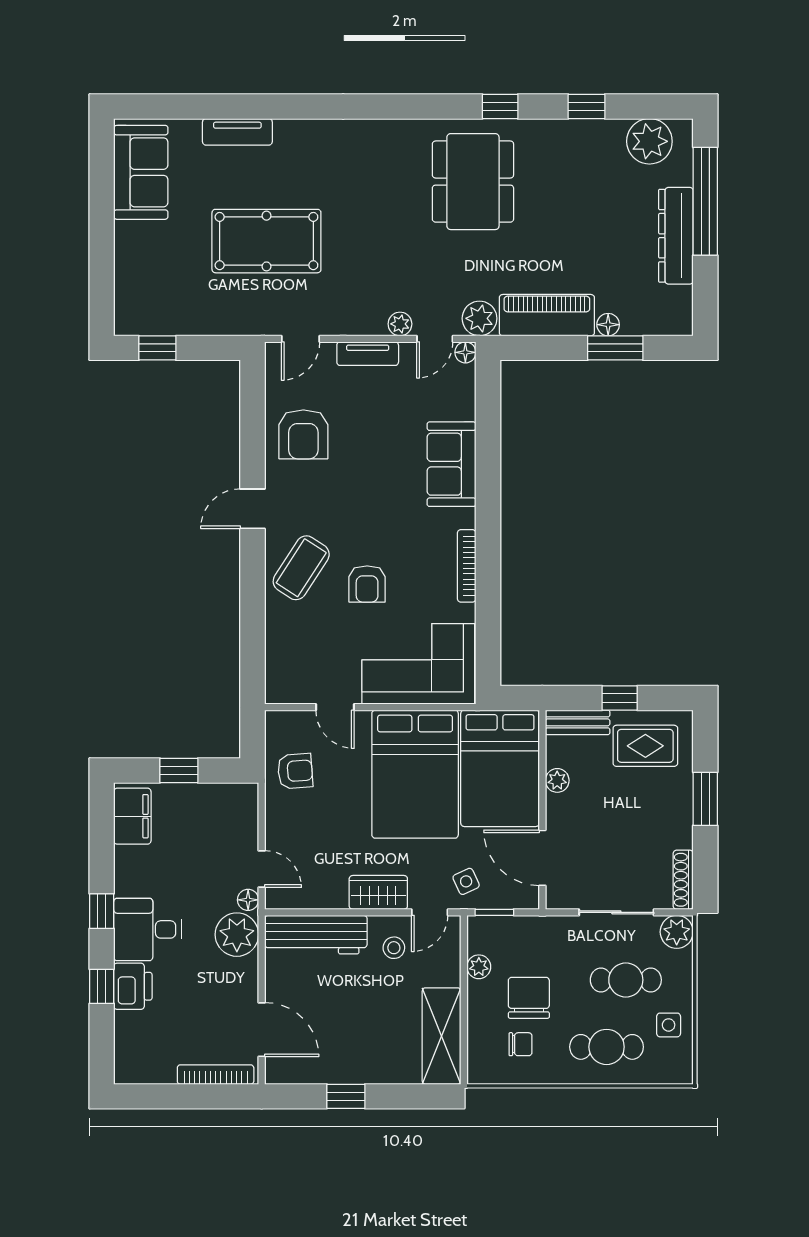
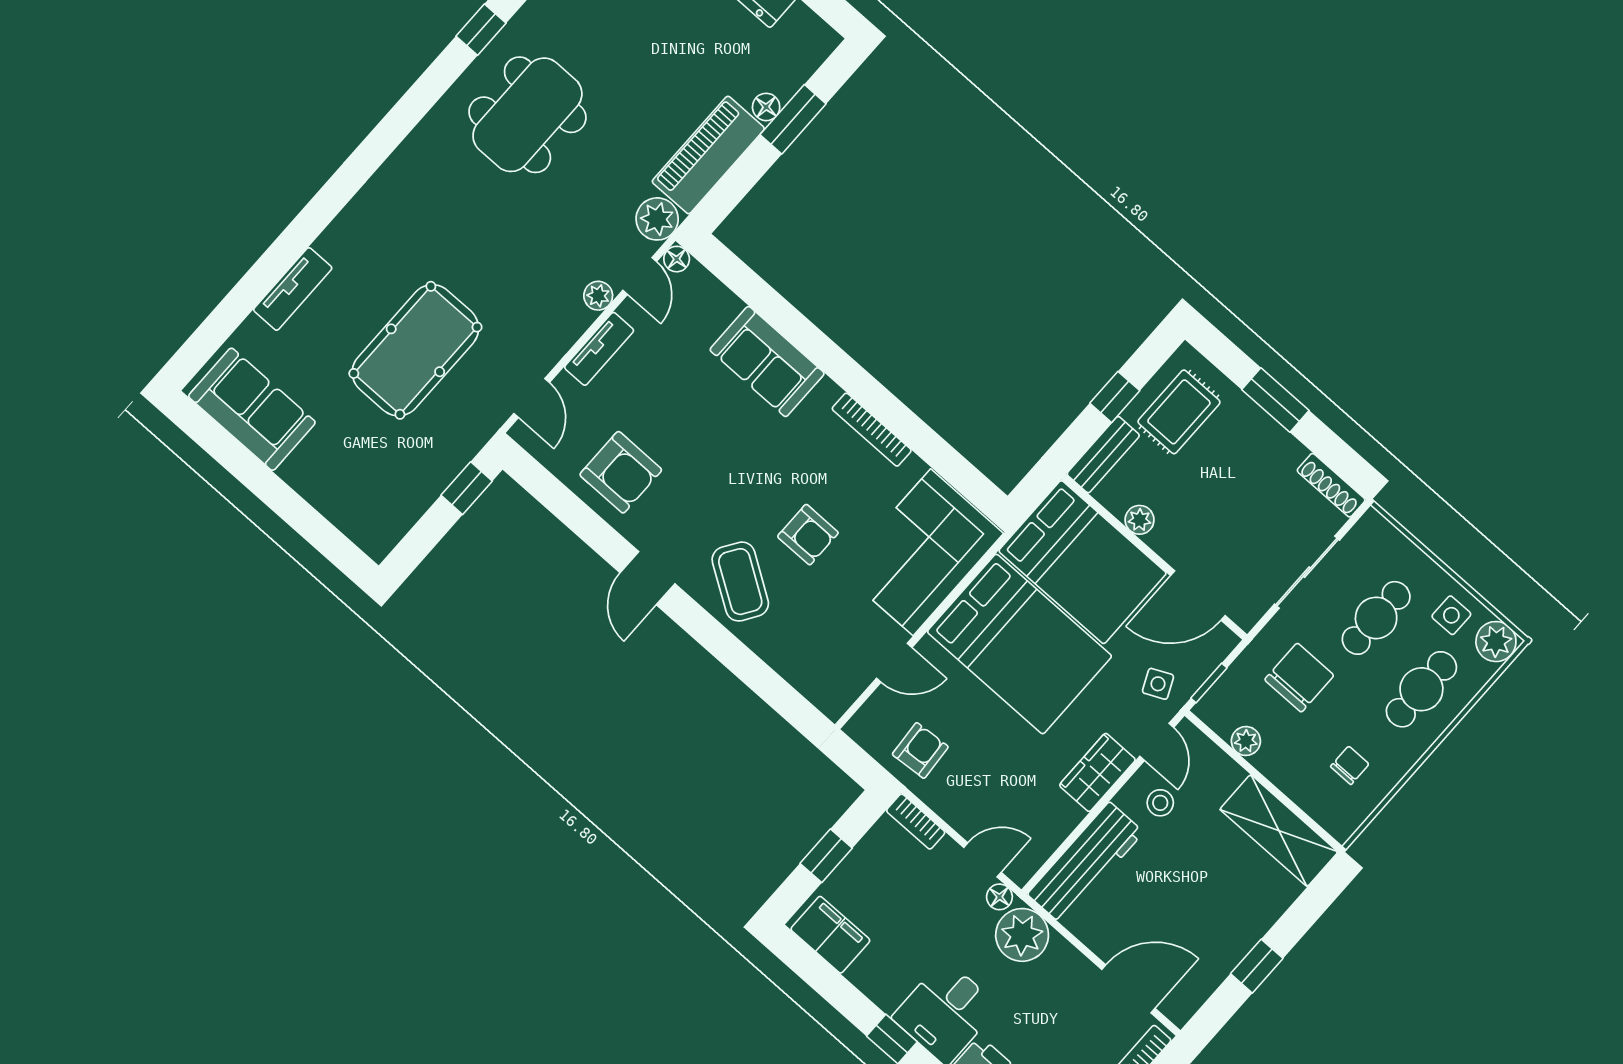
dining table: (473, 182) -> (527, 115), turned 90
window: (157, 348) -> (467, 488), moved
bookcase: (249, 807) -> (916, 822), added
plant: (677, 932) -> (1496, 642), moved
chair: (529, 998) -> (1299, 678), moved, turned 90

